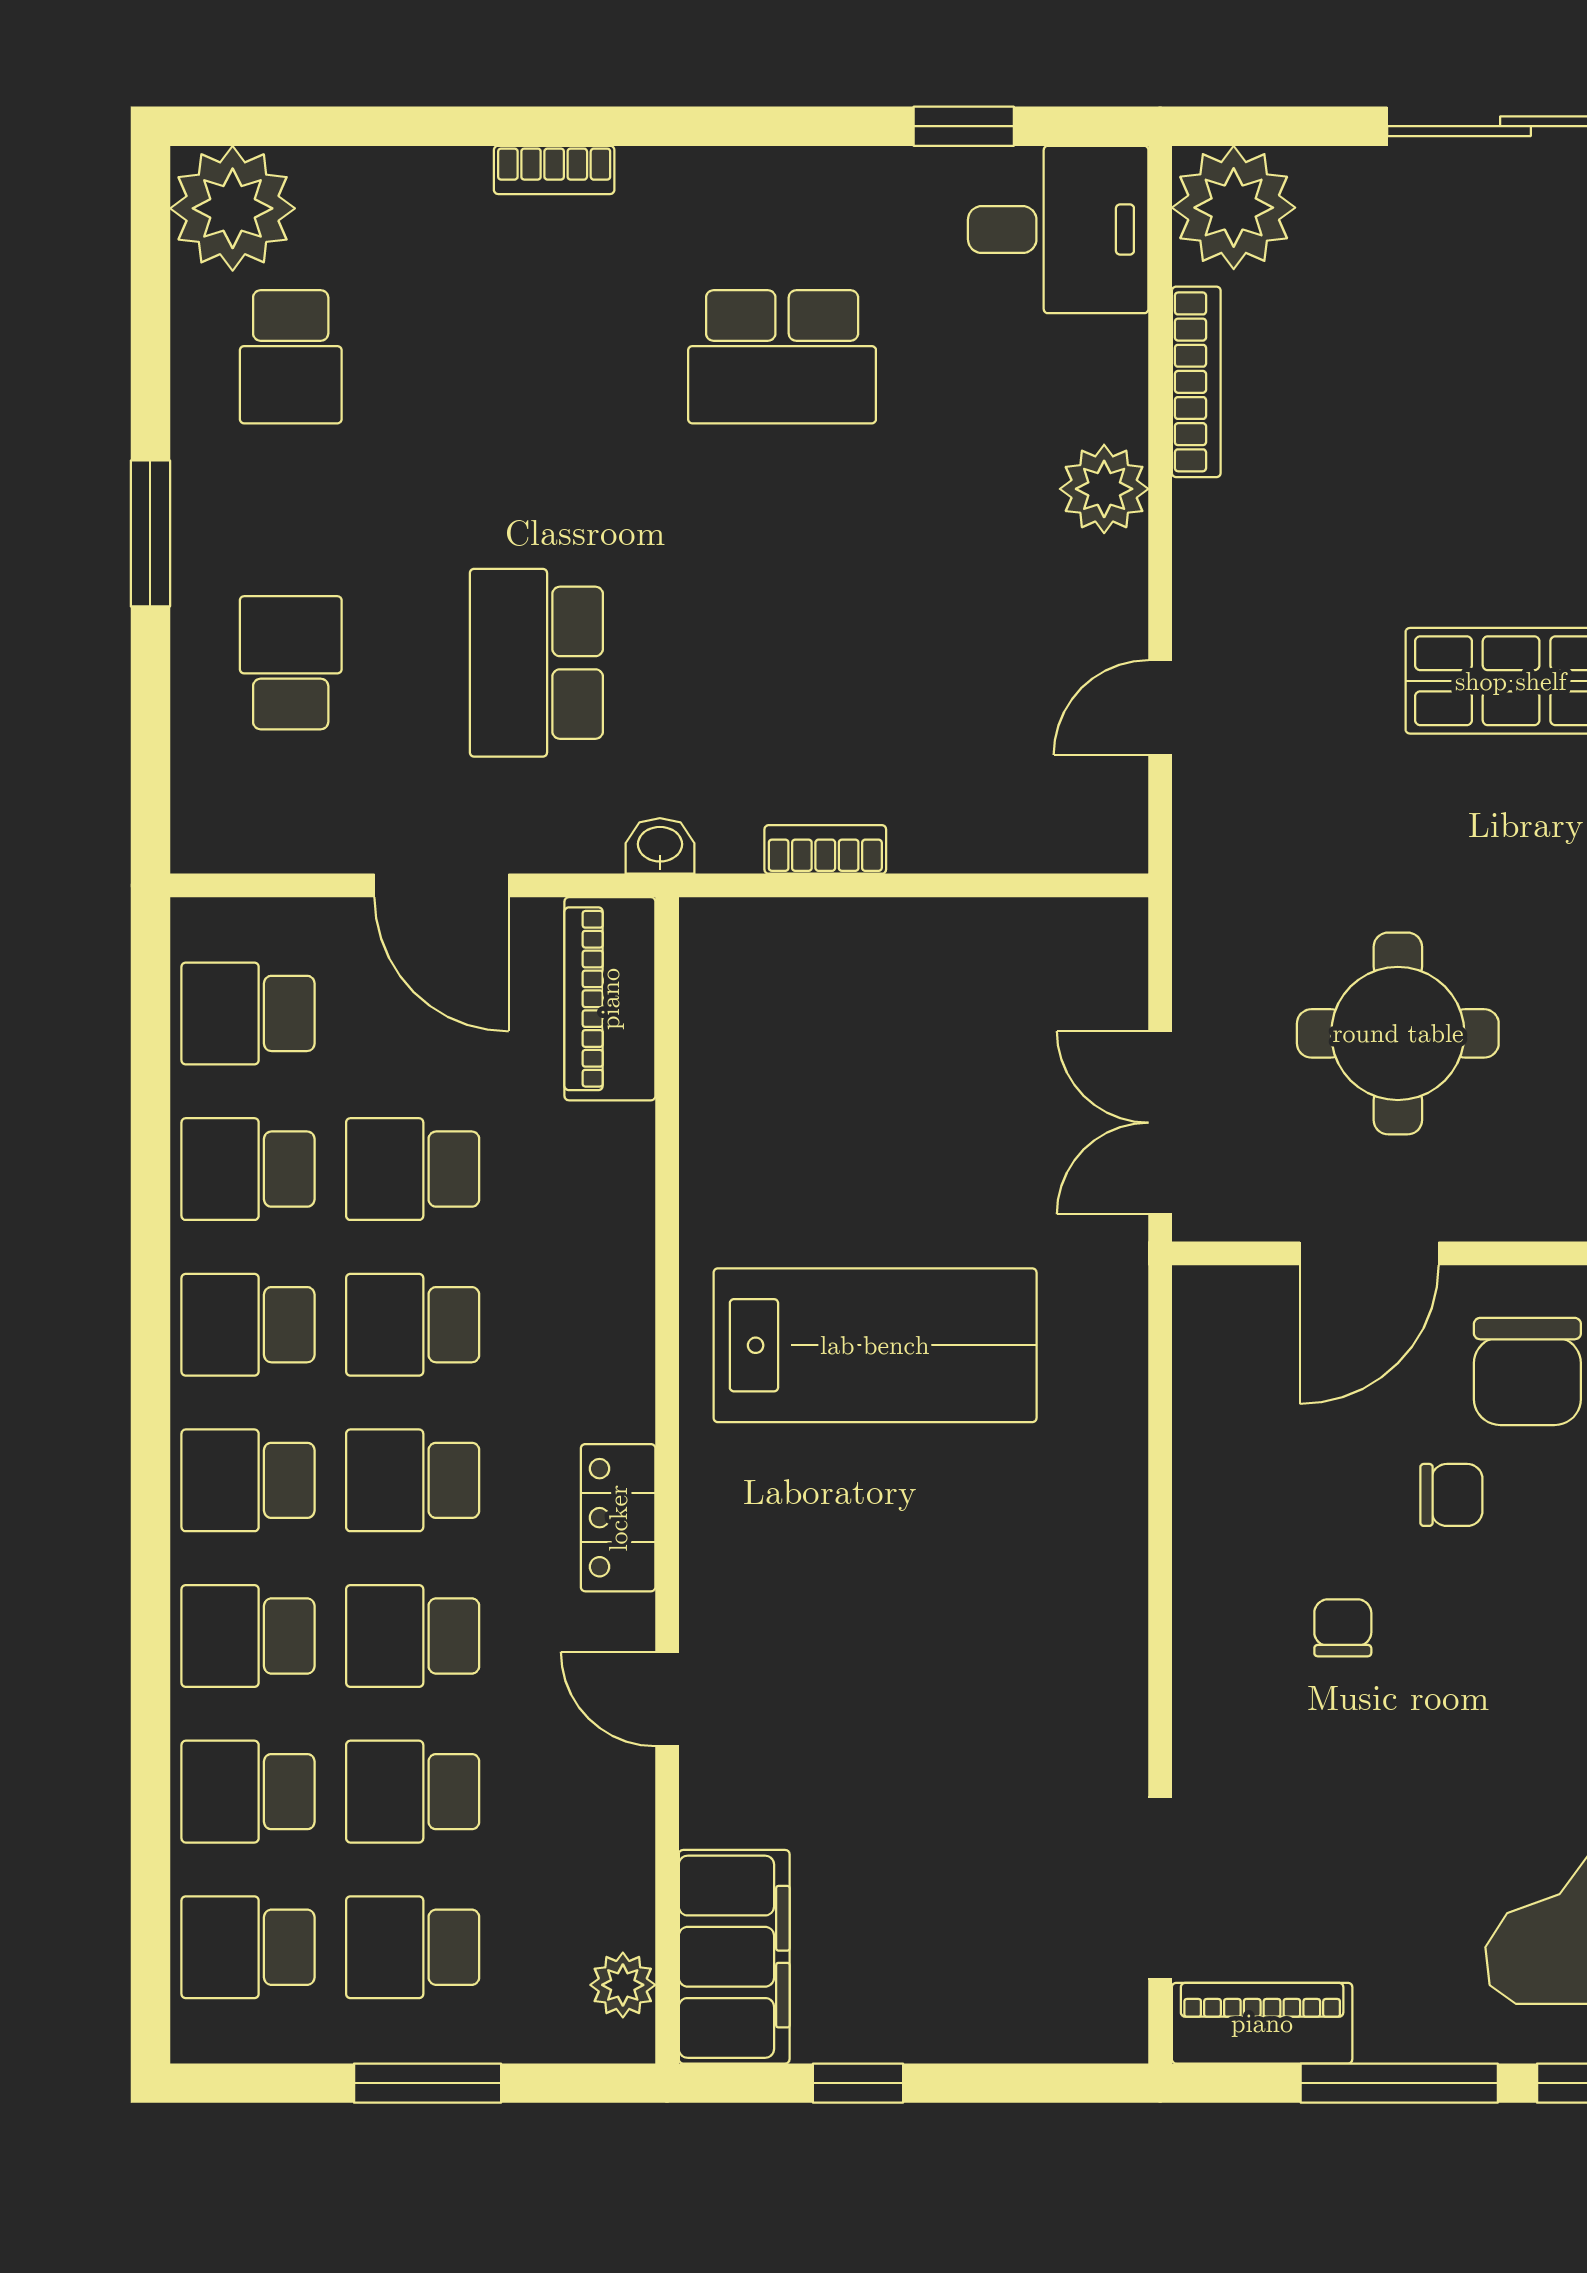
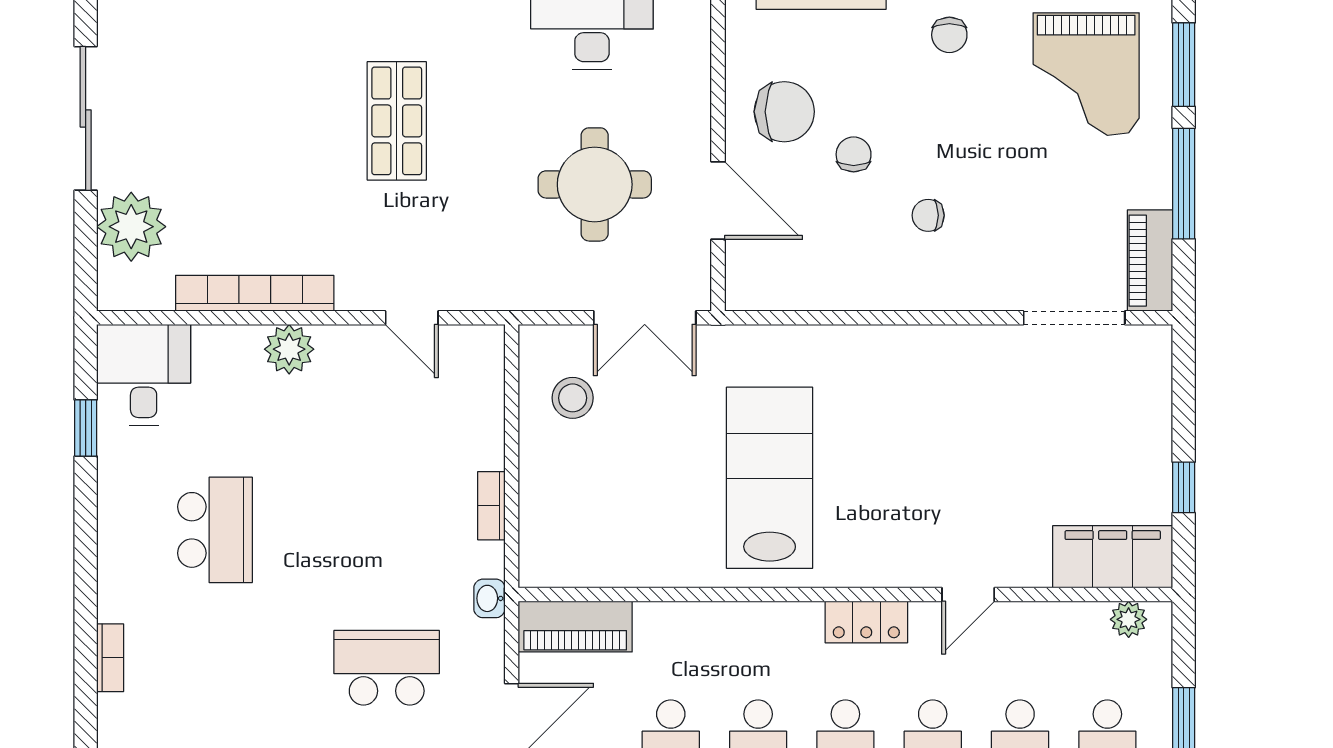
plant: (1234, 208) -> (131, 227), moved
bookcase: (1196, 382) -> (255, 293), width x1.48, depth x1.31
school desk: (536, 663) -> (387, 668), turned 180
stool: (1017, 994) -> (573, 398), added

